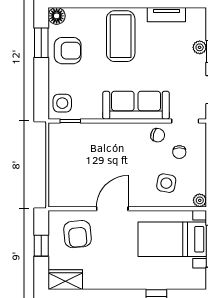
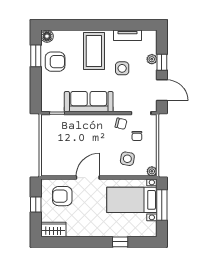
side table: (62, 103) -> (122, 68), moved
sofa: (136, 105) -> (89, 102), moved
armchair: (77, 234) -> (62, 196), turned 95

